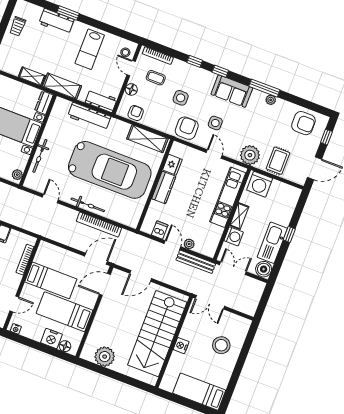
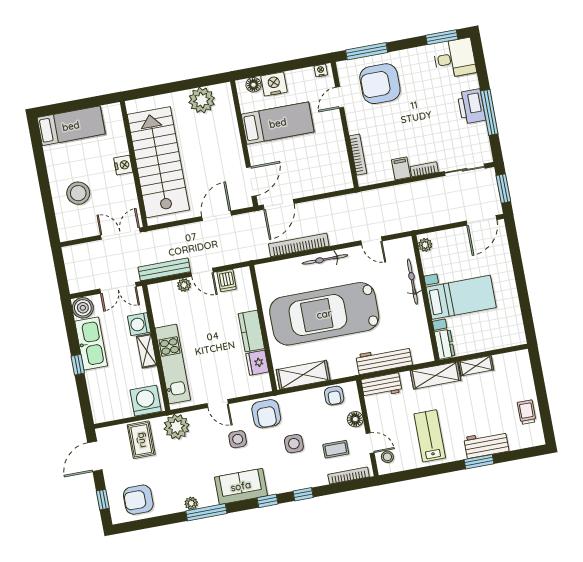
bed: (51, 280) -> (315, 149), removed

